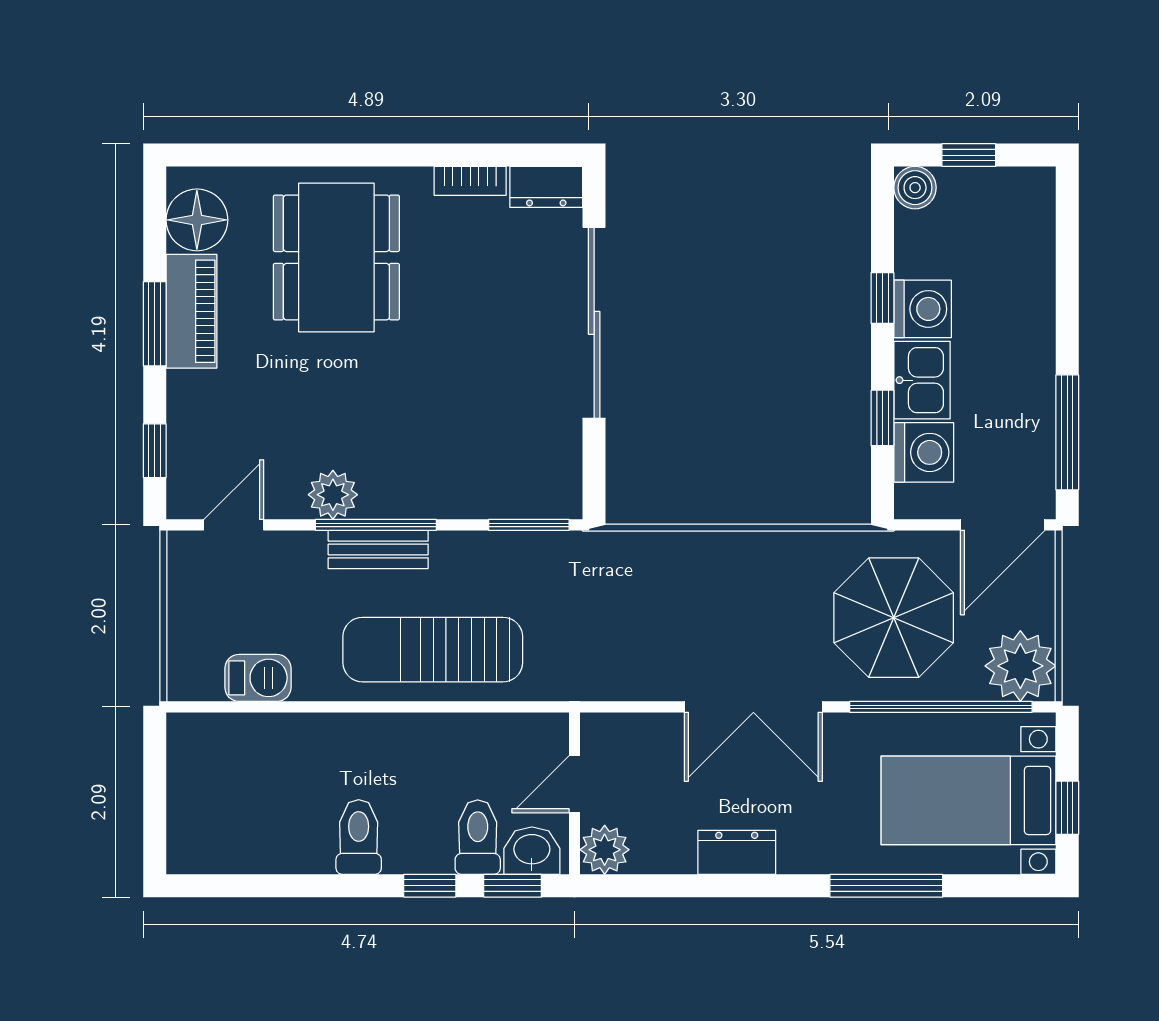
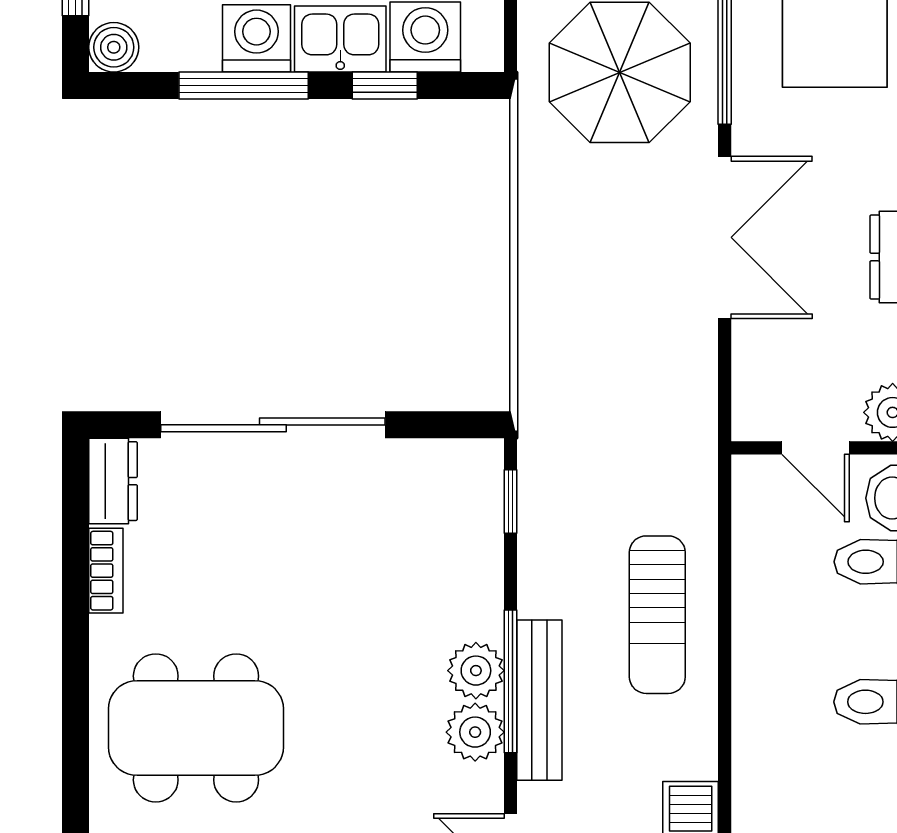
window: (882, 298) -> (244, 86), width x2.17
plant: (385, 495) -> (476, 671), added
window: (529, 525) -> (511, 502), width x0.67
bench: (378, 549) -> (539, 700), width x1.36
sun lounger: (433, 650) -> (657, 615), width x0.73, depth x0.75

